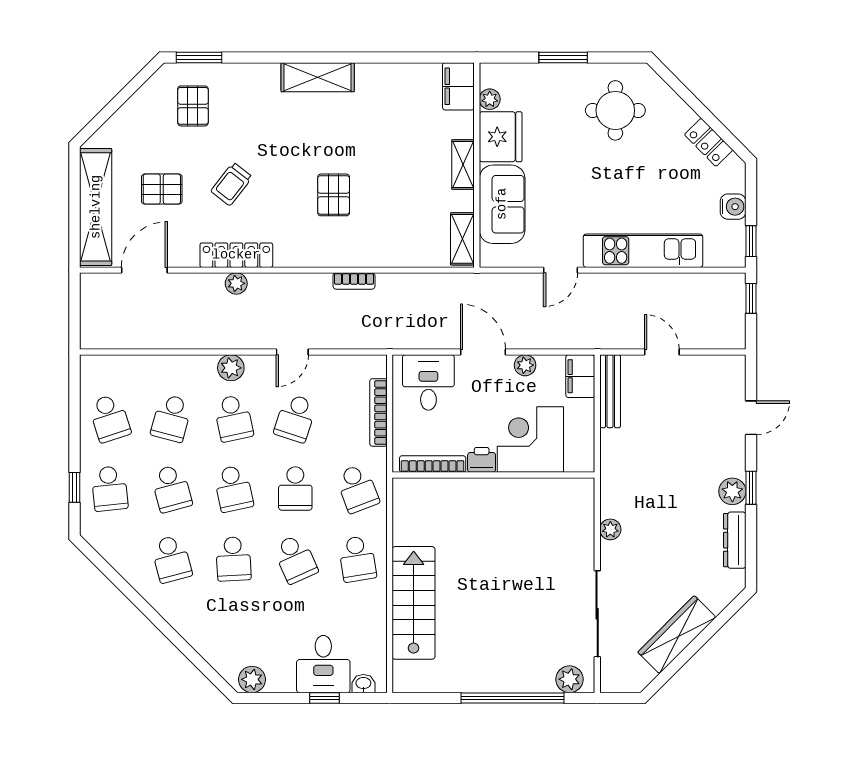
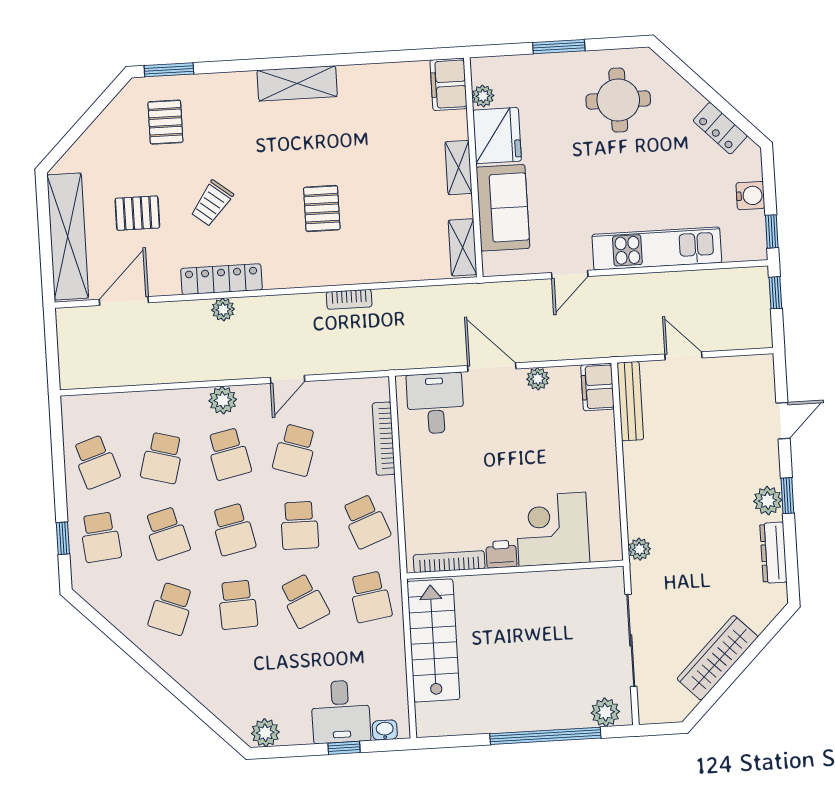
corner desk: (530, 440) -> (552, 529), moved
printer: (482, 460) -> (501, 554), moved
bookcase: (433, 464) -> (449, 562), moved
wall: (493, 475) -> (515, 570), moved
school desk: (171, 559) -> (171, 609), turned 36

